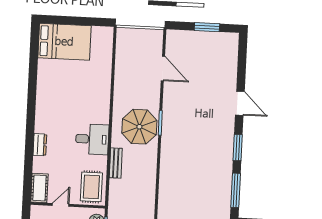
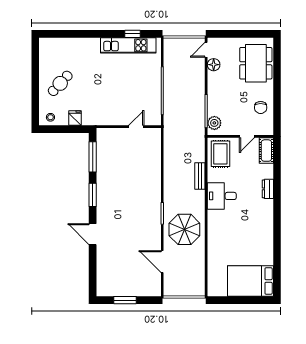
parasol: (139, 127) -> (184, 229), moved

